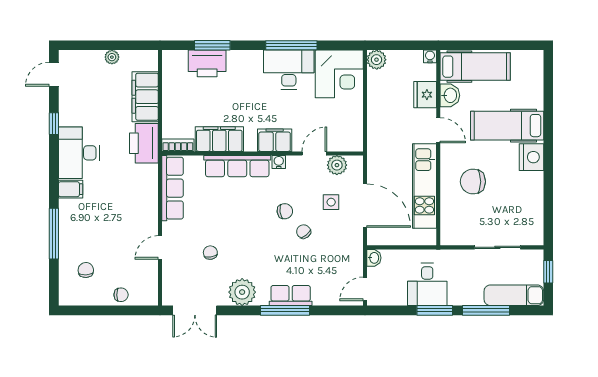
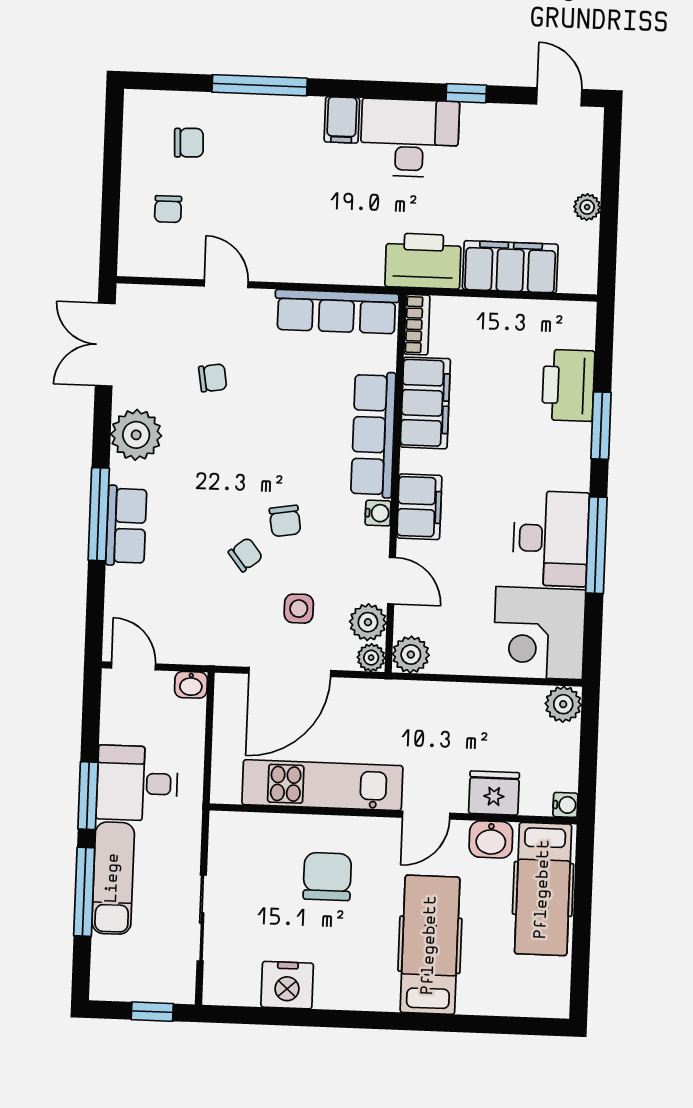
window: (212, 45) -> (601, 426), moved
plant: (353, 142) -> (411, 655), added
nightstand: (531, 157) -> (287, 985), moved
plant: (356, 163) -> (371, 658), added
chair: (121, 295) -> (168, 209), moved
exam couch: (514, 295) -> (113, 878), moved

